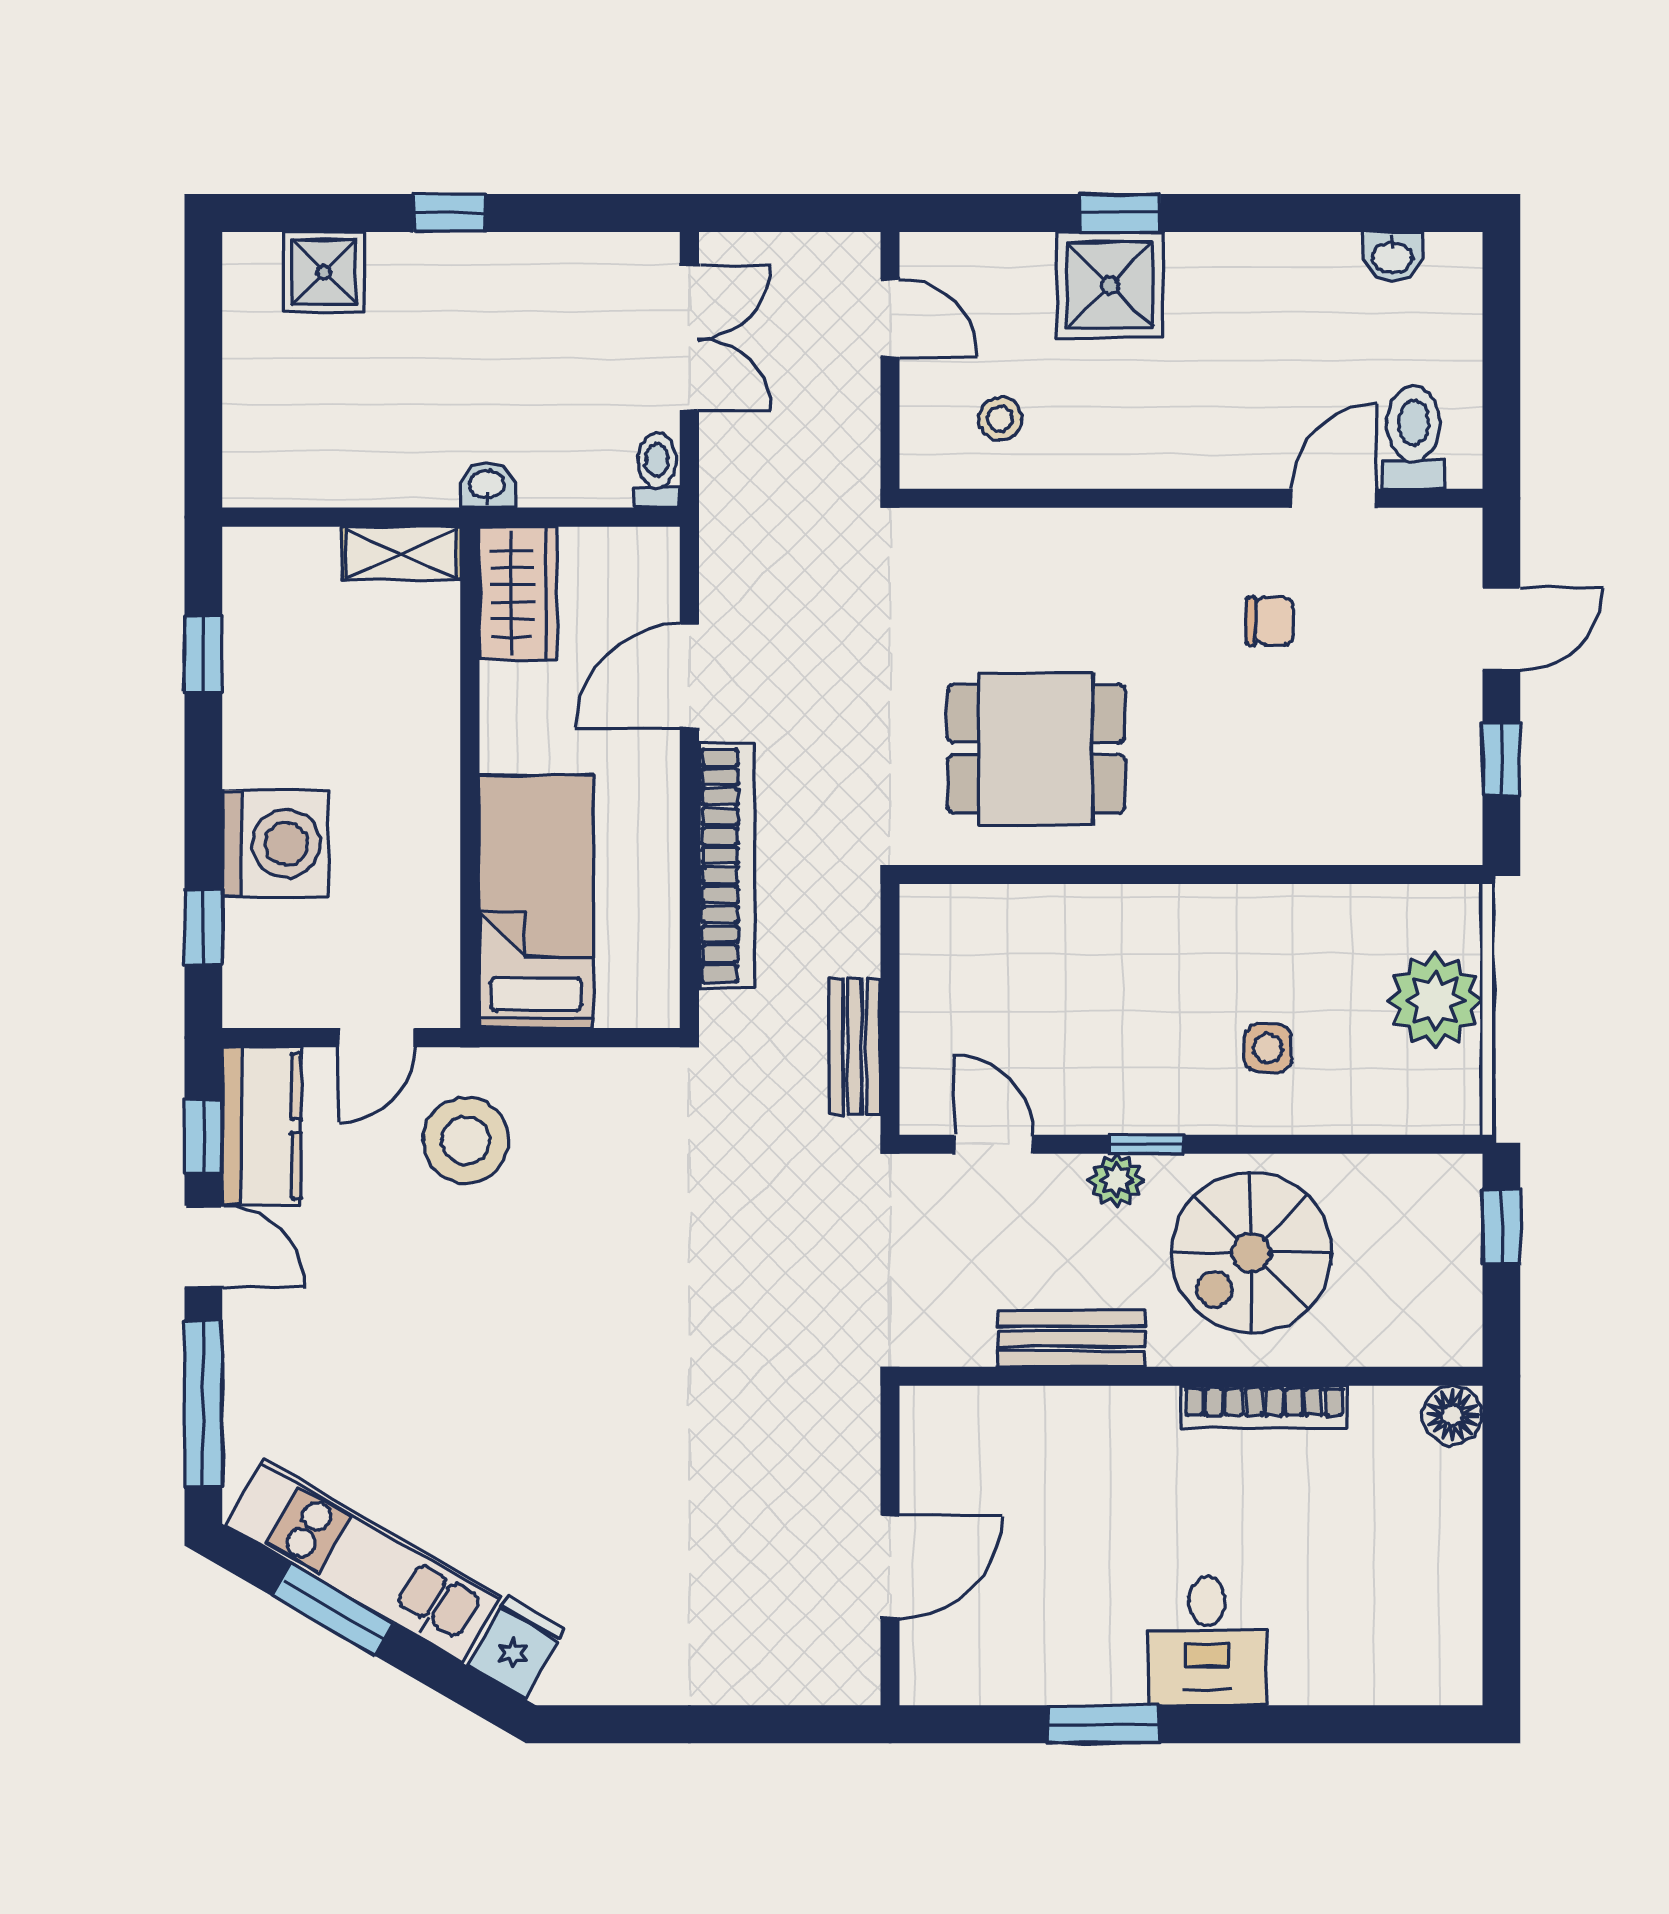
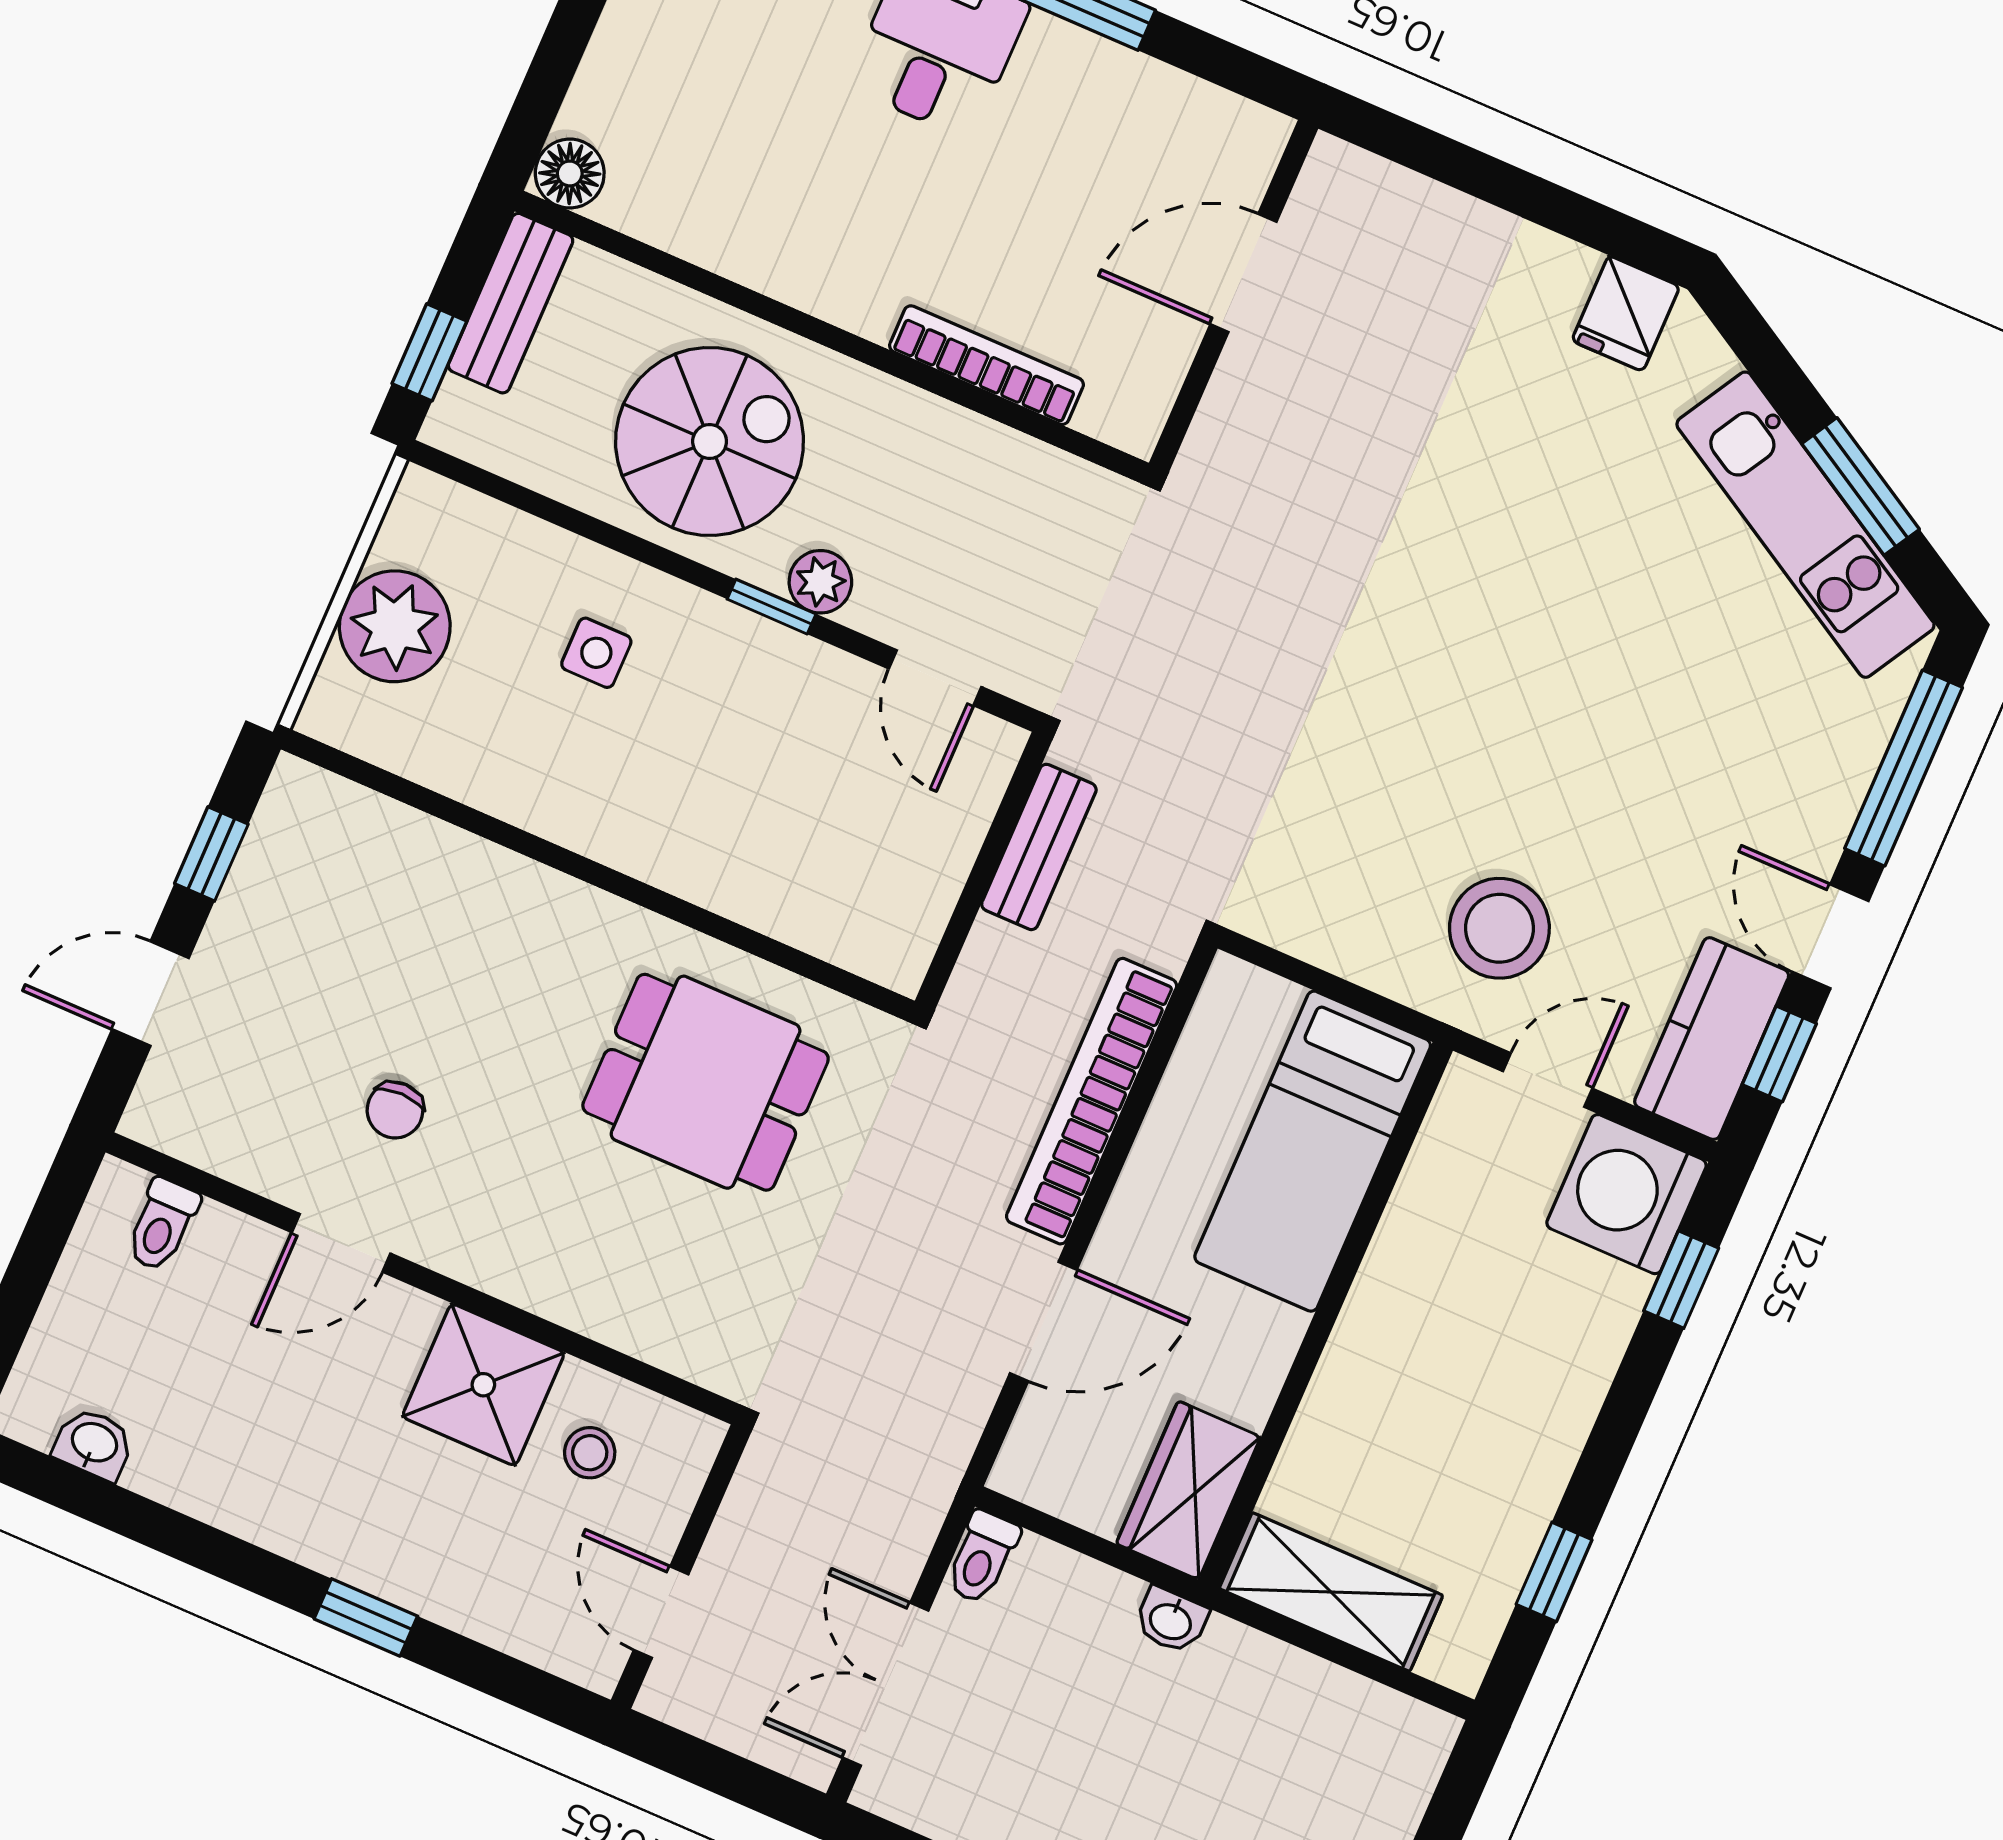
shower: (1110, 285) -> (483, 1385), moved
toilet: (1414, 437) -> (162, 1225), width x0.73, depth x0.72
door: (1334, 498) -> (341, 1243), moved
shelving: (401, 553) -> (1331, 1592), width x1.50, depth x1.33
chair: (1270, 621) -> (395, 1110), turned -90
washing machine: (275, 844) -> (1627, 1194), moved
bench: (1071, 1339) -> (511, 303), moved, turned 90
bookcase: (1264, 1407) -> (986, 365), moved
fridge: (516, 1648) -> (1626, 313), moved, turned -30

